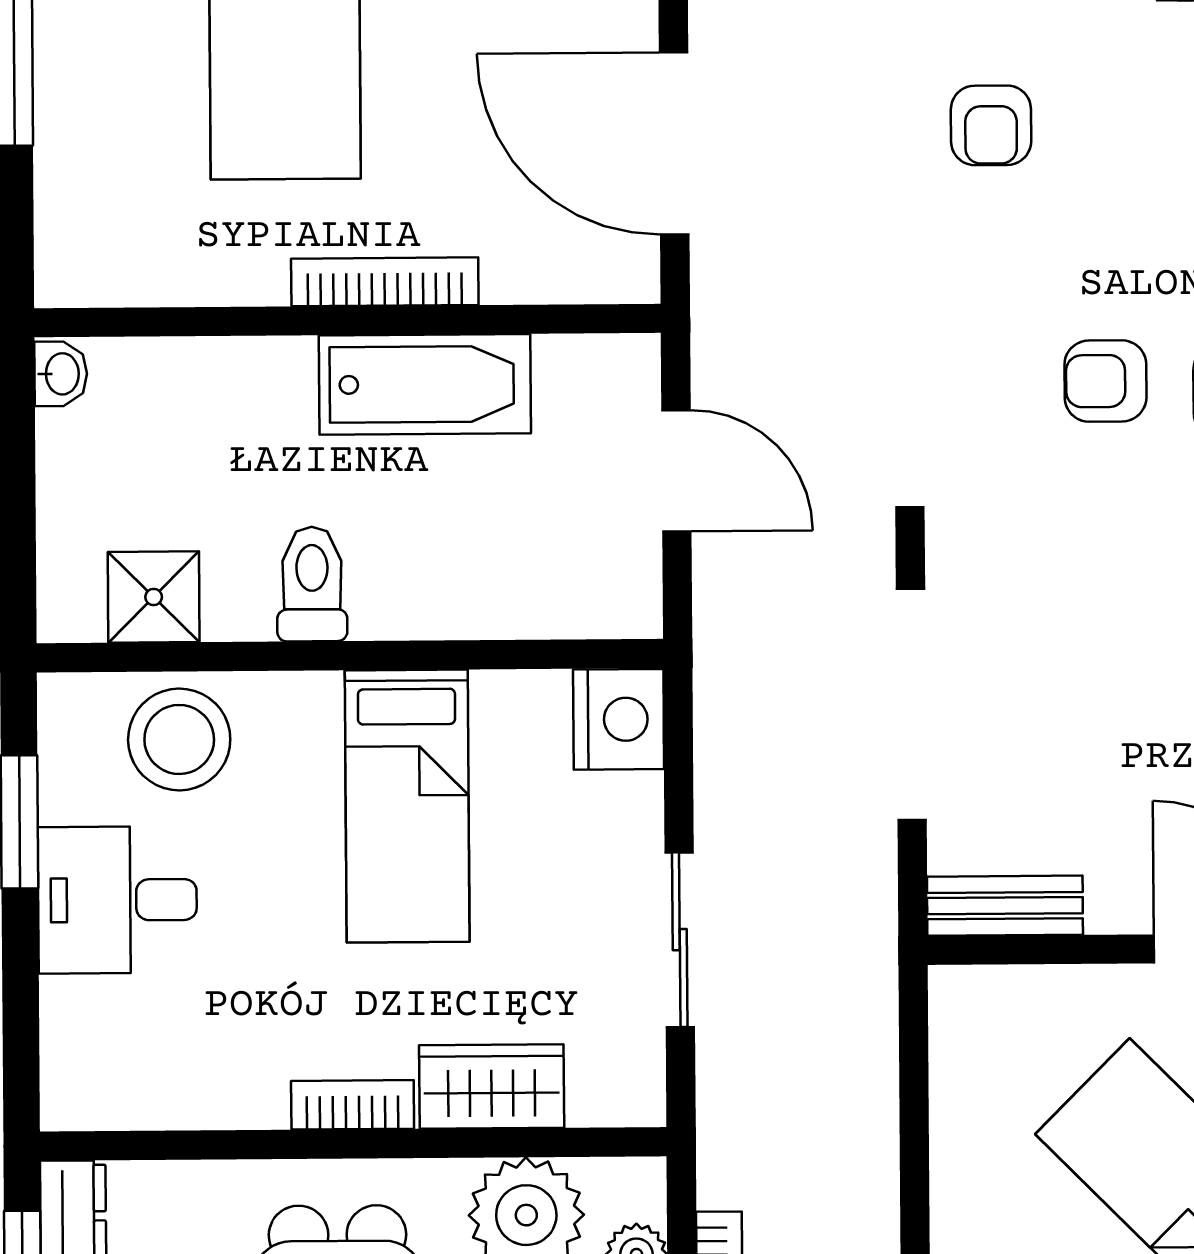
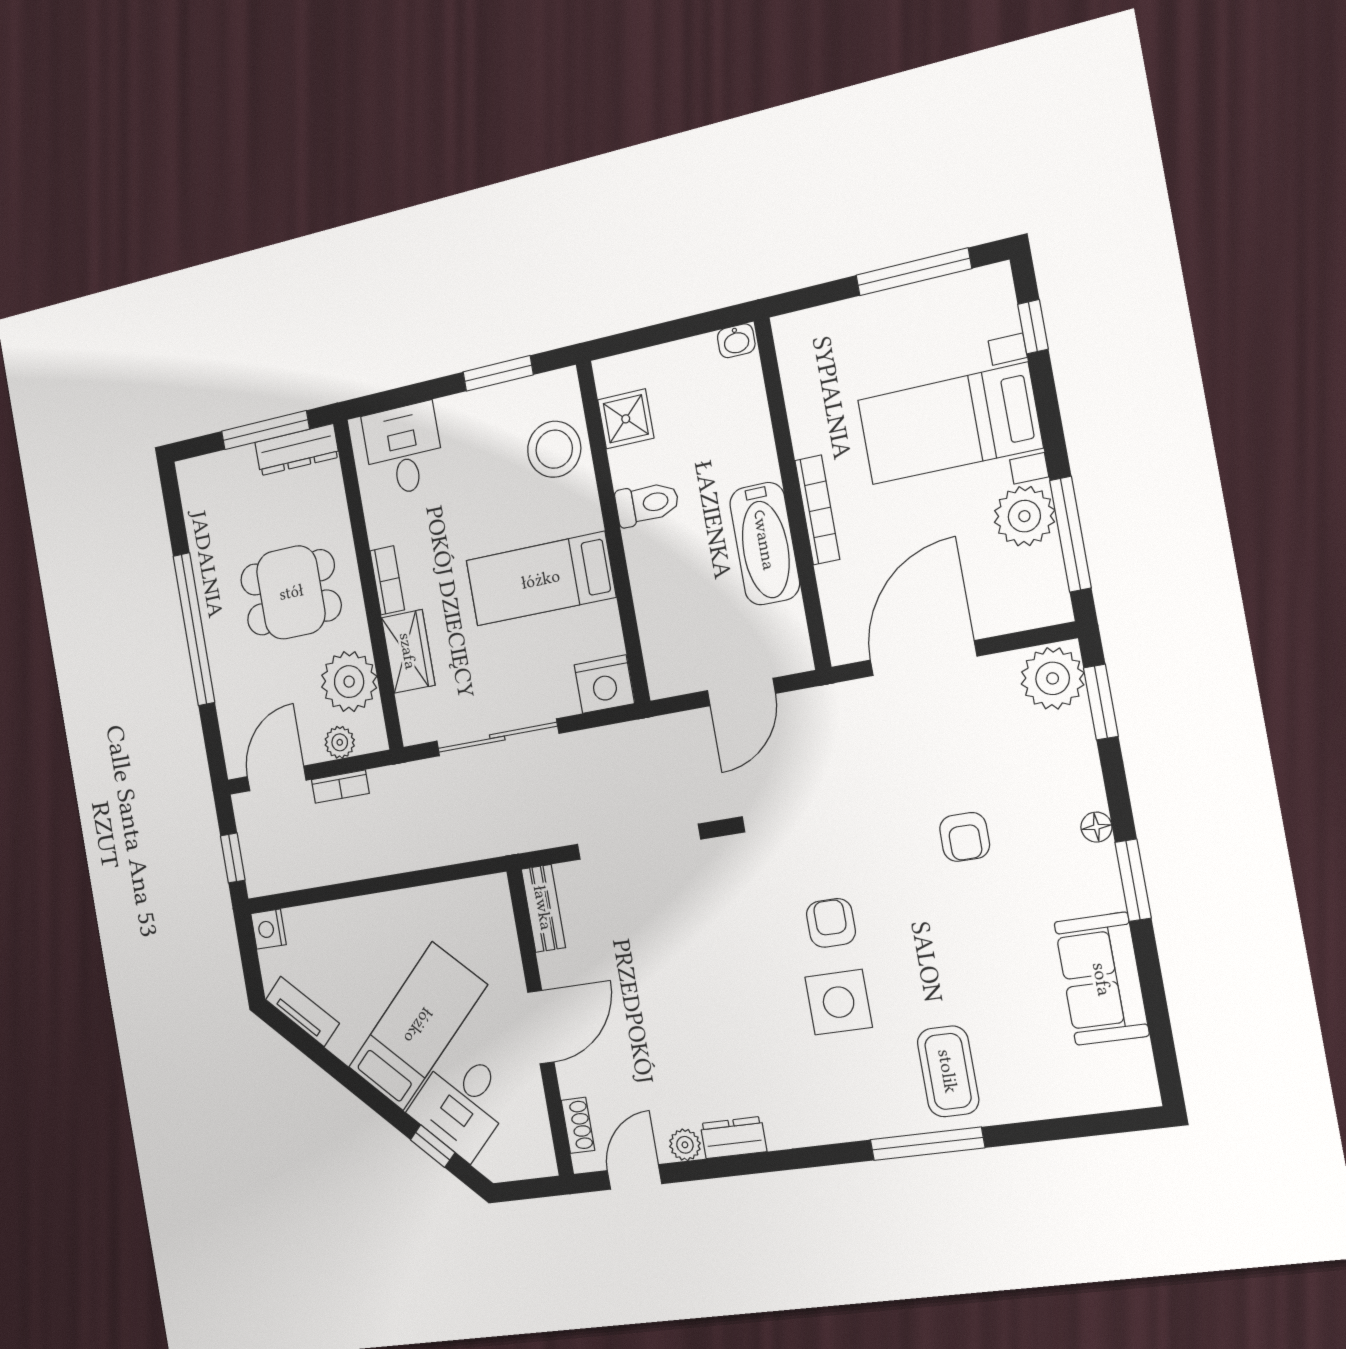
armchair: (991, 125) -> (965, 837), turned -90
desk: (117, 900) -> (403, 450), moved
sliding door: (680, 940) -> (497, 737), width x1.37

